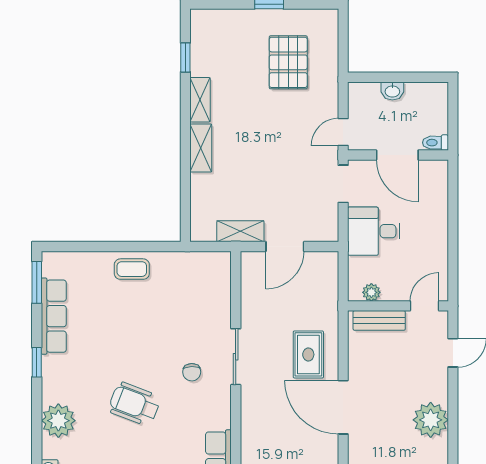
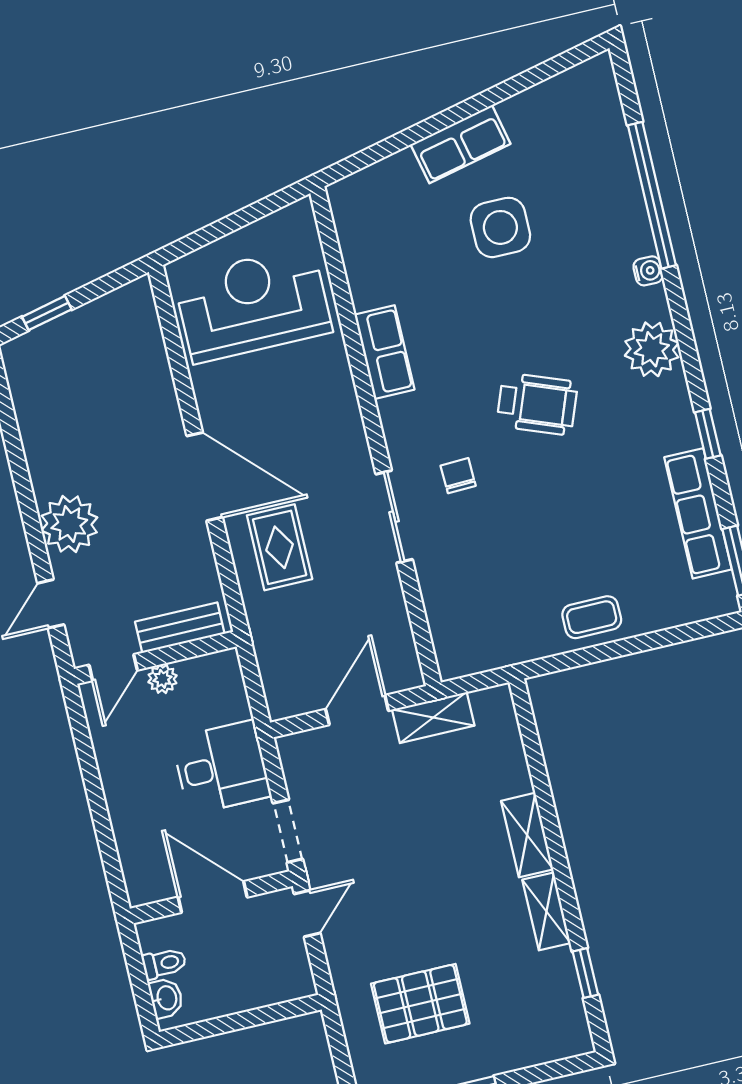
pallet: (288, 62) -> (420, 1004), turned 90
washbasin: (392, 91) -> (166, 998), moved, turned 90
toilet: (436, 143) -> (164, 963), moved
plant: (371, 292) -> (162, 679), moved
plant: (431, 420) -> (69, 524), moved

